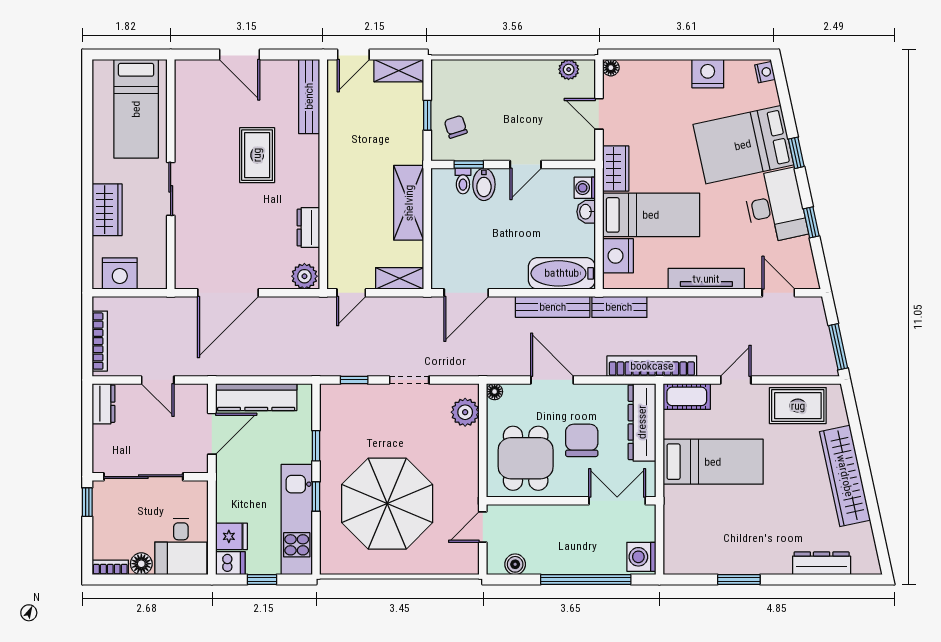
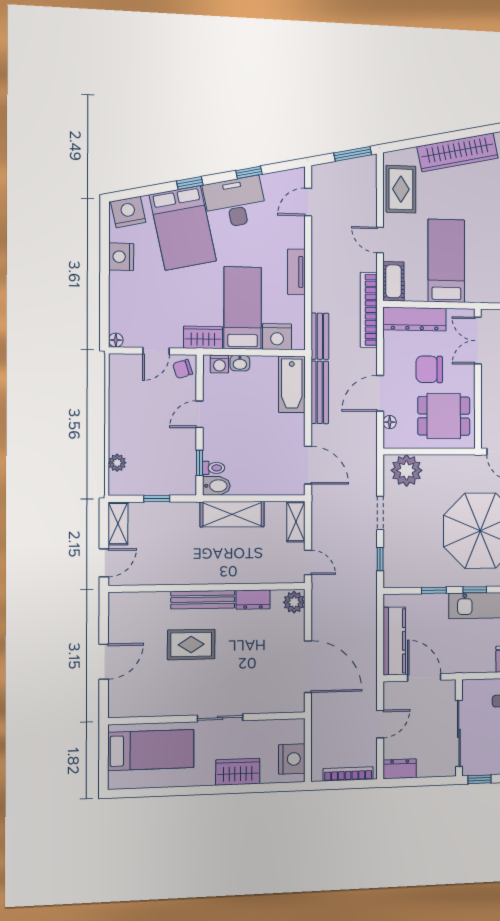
door: (353, 55) -> (104, 563), hinge flipped
plant: (569, 69) -> (117, 463), moved
nightstand: (765, 72) -> (128, 212), width x1.89, depth x1.79
bench: (309, 96) -> (203, 600), moved
chair: (456, 127) -> (183, 369), moved
door: (526, 165) -> (200, 414), swing flipped
bidet: (484, 184) -> (216, 486), moved
tv unit: (706, 279) -> (296, 272), width x0.71
floor lamp: (495, 392) -> (390, 422), moved
plant: (465, 412) -> (406, 470), width x1.36, depth x1.36

